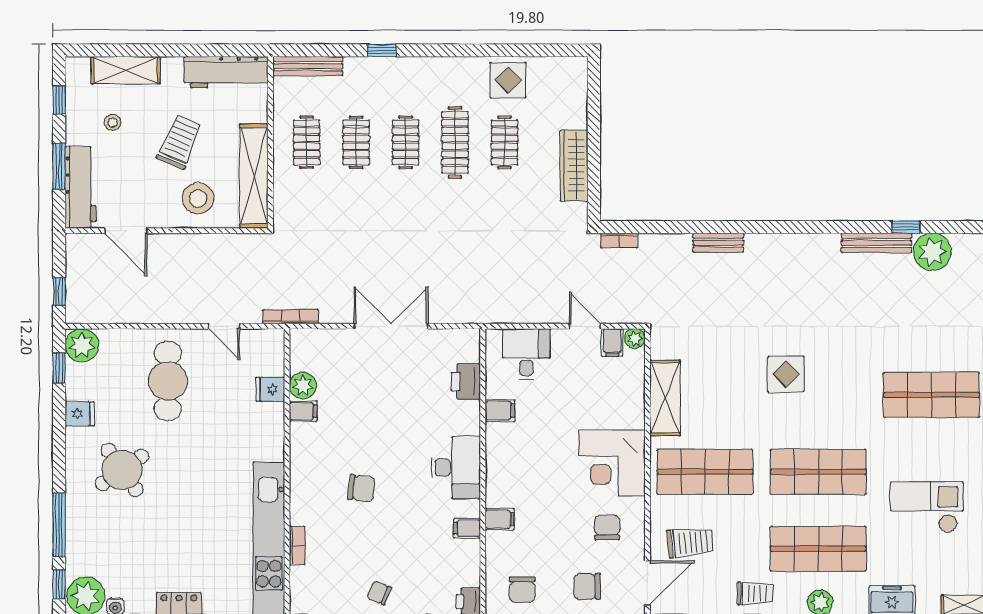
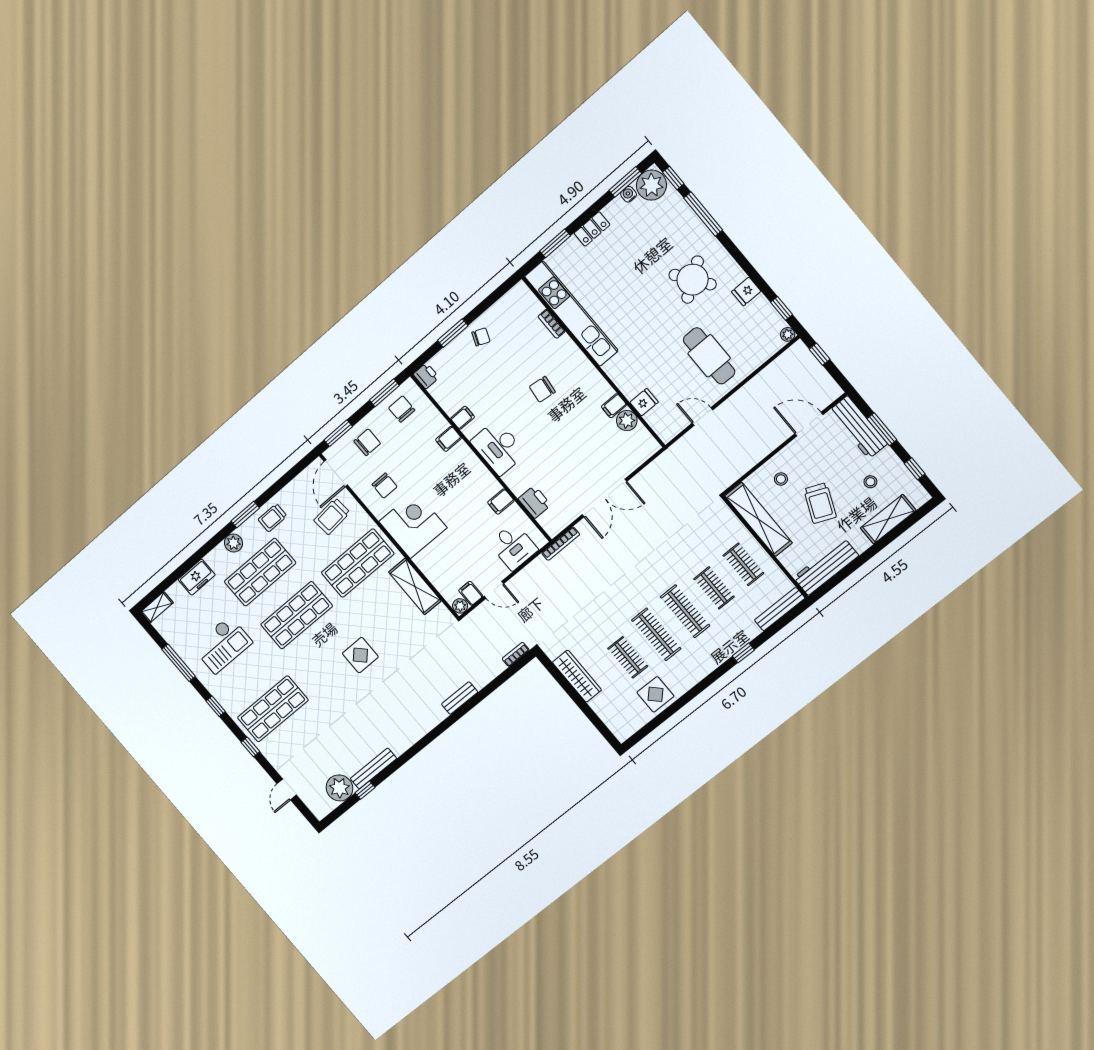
clothes rail: (406, 142) -> (685, 611), width x1.36
stool: (198, 198) -> (781, 479), width x0.53, depth x0.53
bookcase: (291, 317) -> (561, 544), moved
plant: (82, 345) -> (788, 334), width x0.53, depth x0.53

